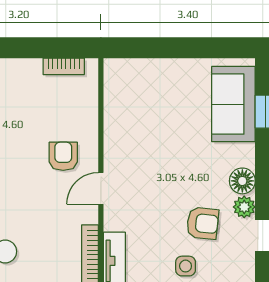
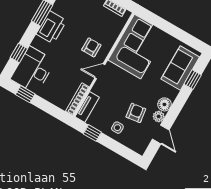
corner sofa: (140, 110) -> (138, 47), added
armchair: (203, 223) -> (136, 113), turned -104

